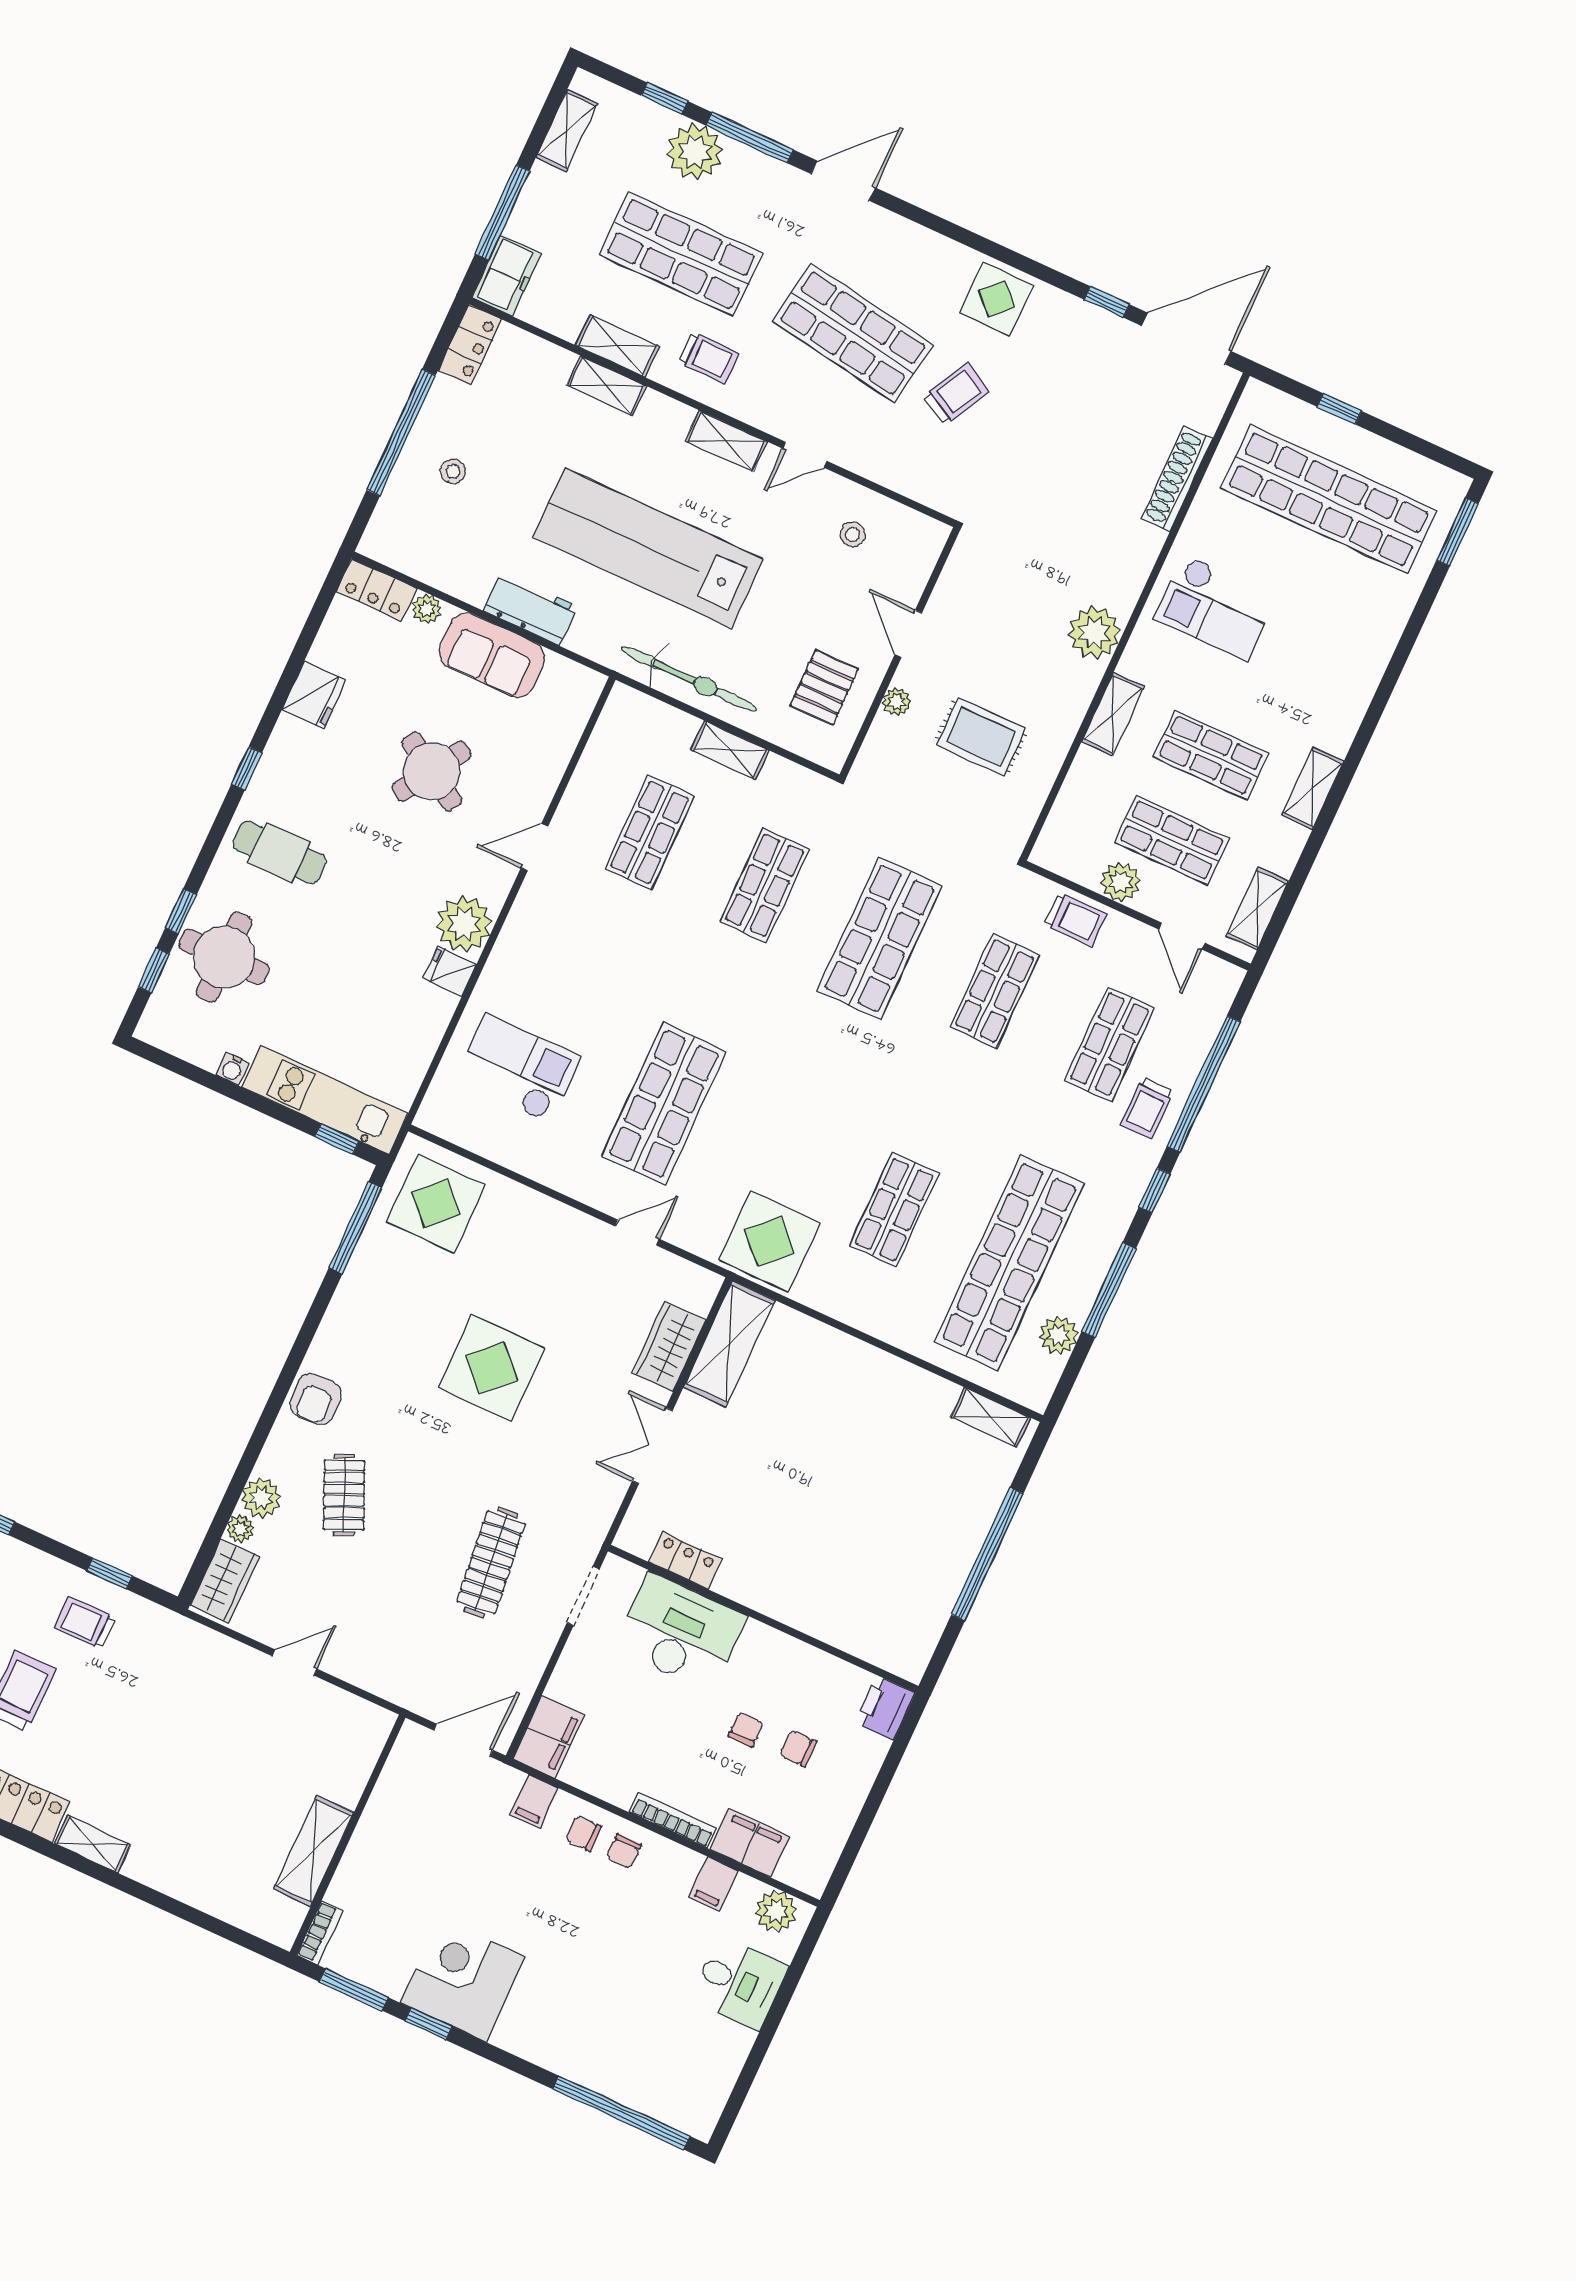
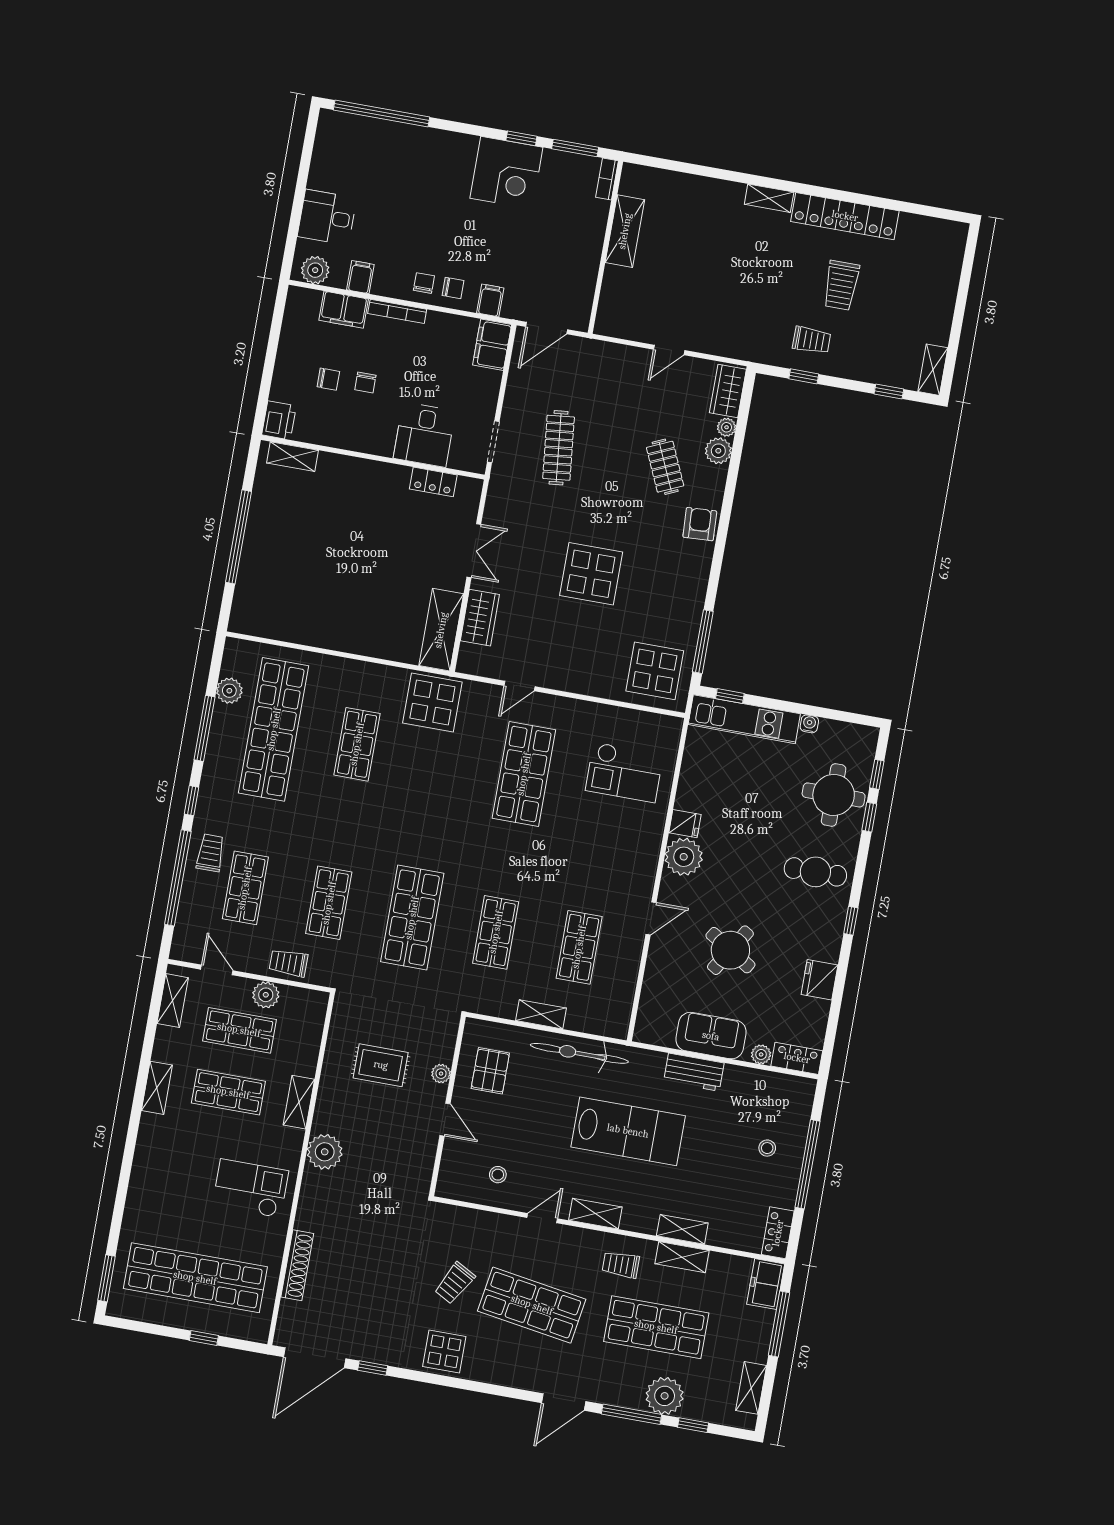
lab bench: (648, 548) -> (628, 1131), width x0.73
shelving: (991, 1417) -> (292, 457), moved
desk: (680, 1632) -> (424, 435), width x0.73

